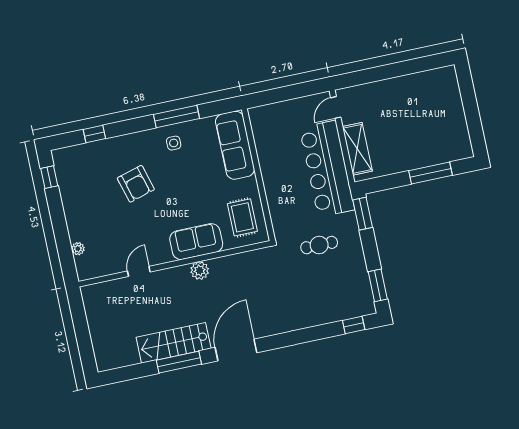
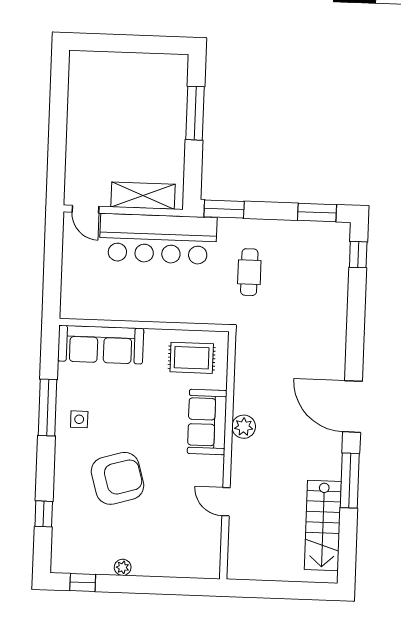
armchair: (136, 184) -> (118, 478), width x1.36, depth x1.36
plant: (78, 249) -> (123, 567), moved
stairs: (174, 343) -> (323, 526), moved

